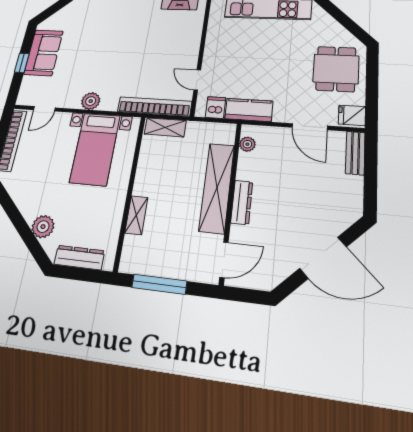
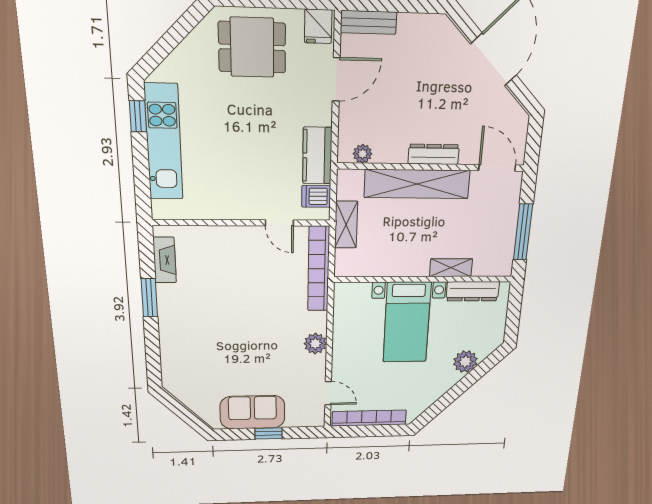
door: (197, 80) -> (279, 223), hinge flipped
shelving: (165, 127) -> (346, 225), moved
bed with nightstands: (95, 149) -> (407, 322), moved, turned 90
dresser: (79, 258) -> (473, 291), moved, turned -90

